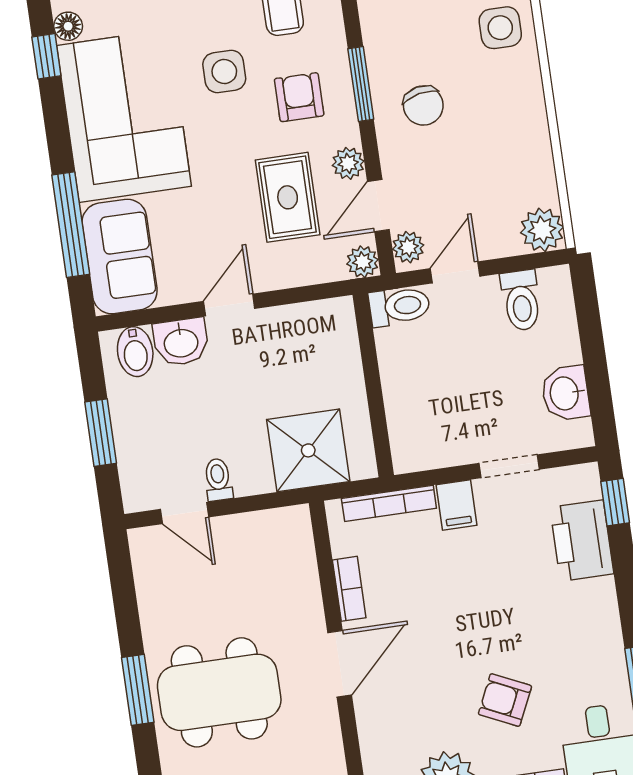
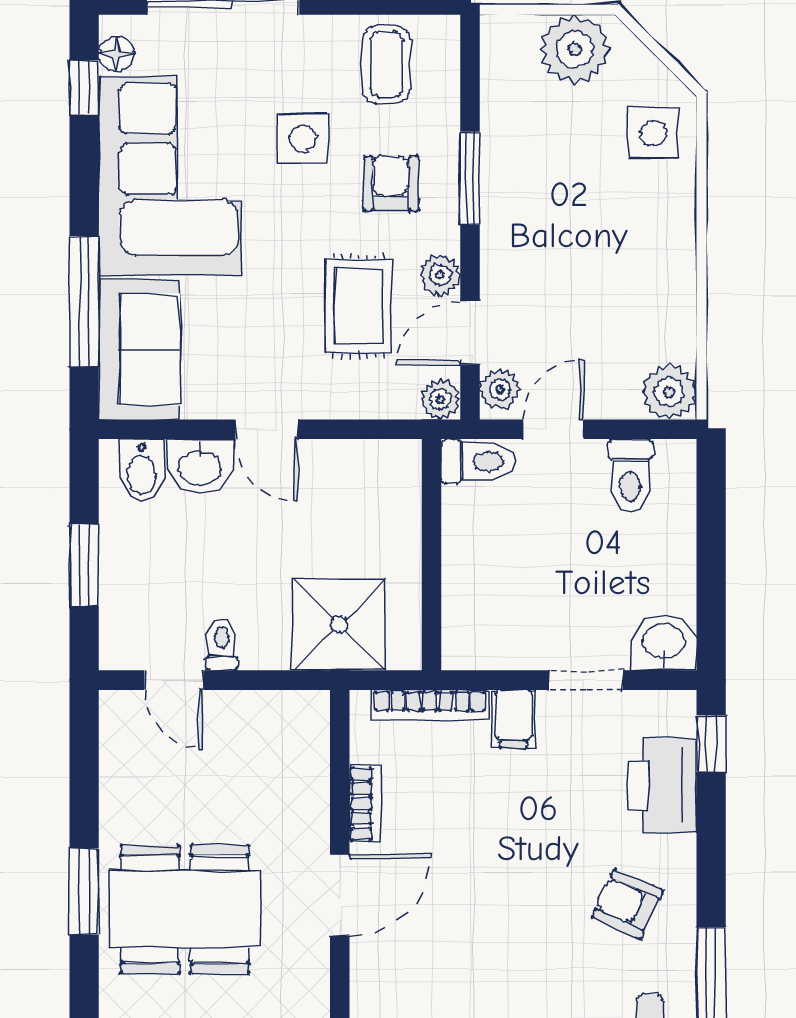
chair: (423, 106) -> (544, 216), removed
door: (229, 305) -> (267, 429), swing flipped
washbasin: (565, 393) -> (664, 643), moved, turned 90
armchair: (505, 700) -> (627, 904), moved

